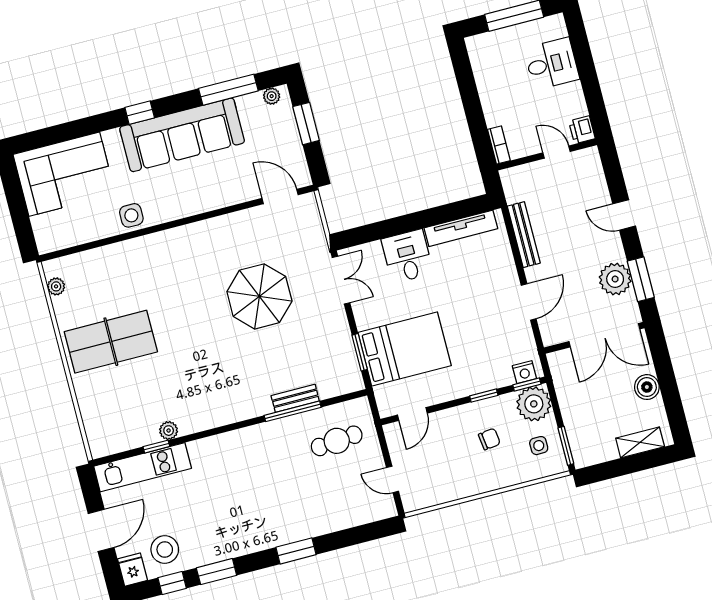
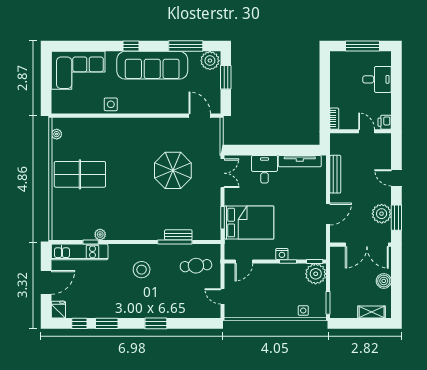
plant: (272, 96) -> (210, 61), width x1.87, depth x1.87
nightstand: (524, 372) -> (282, 254), moved
chair: (489, 439) -> (285, 288), removed
side table: (539, 446) -> (303, 310), moved
stool: (165, 550) -> (142, 270), moved

